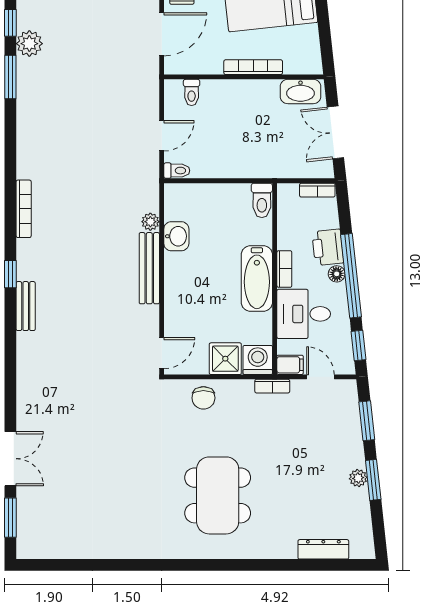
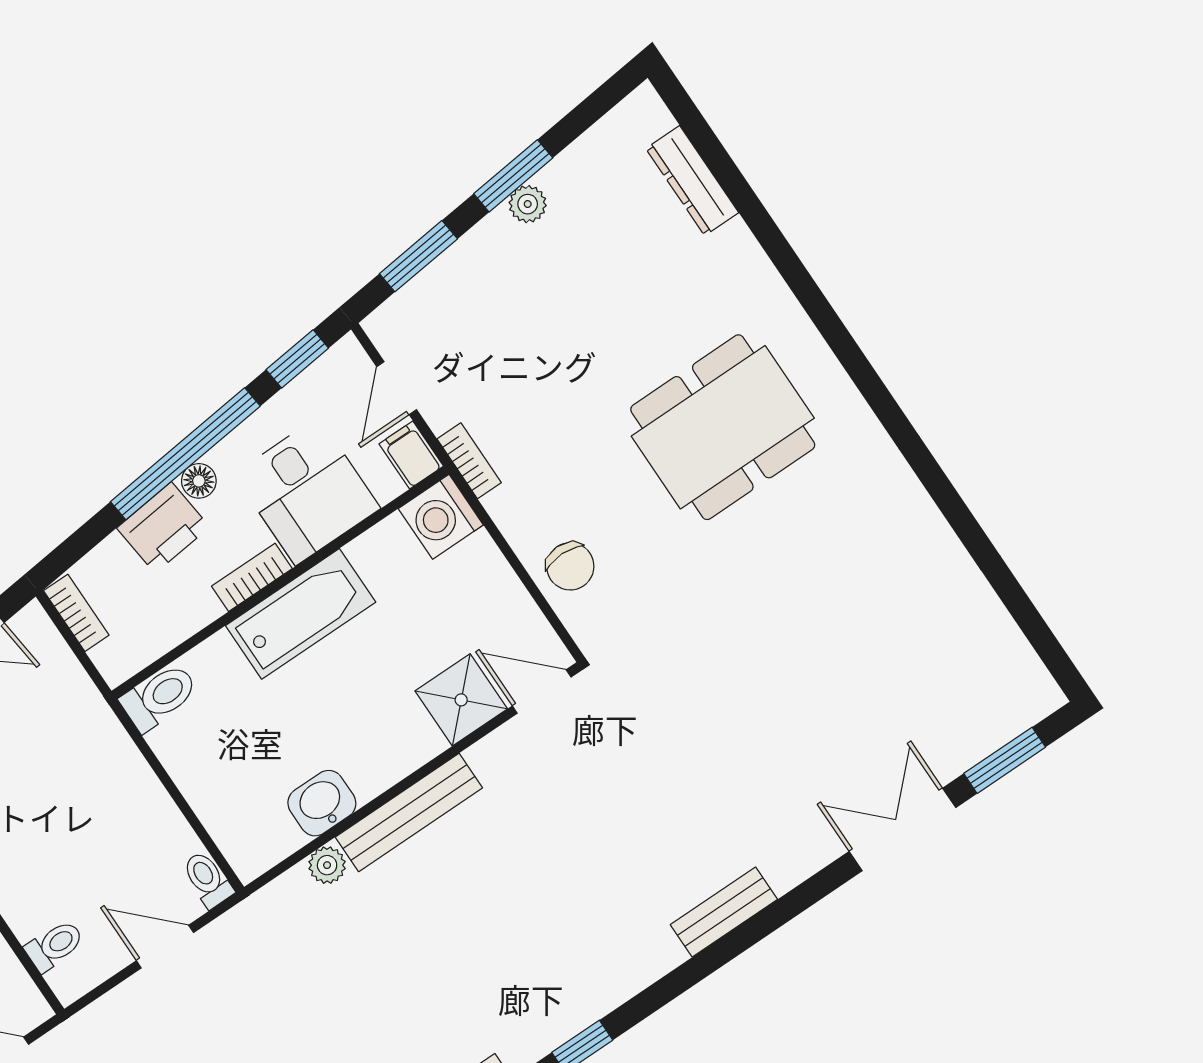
bench: (26, 306) -> (724, 912), moved
shower: (225, 359) -> (461, 700), moved
chair: (203, 398) -> (570, 566), turned 90

